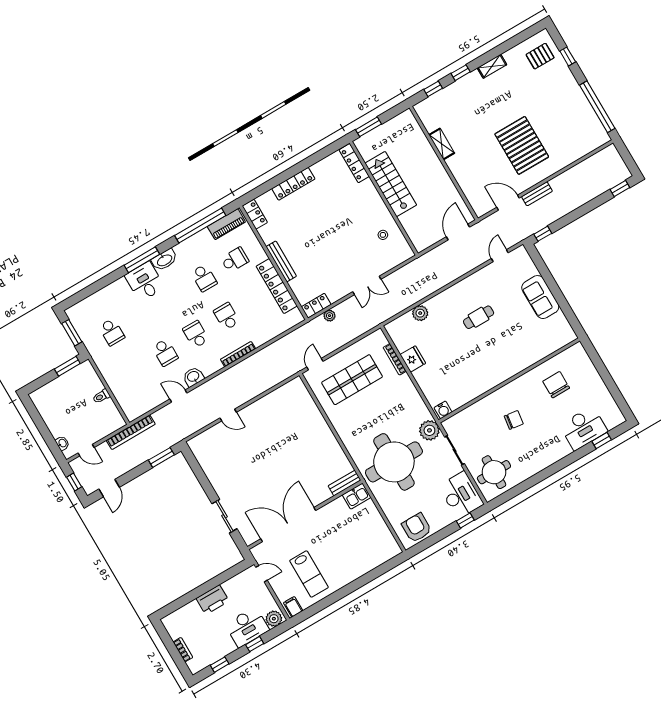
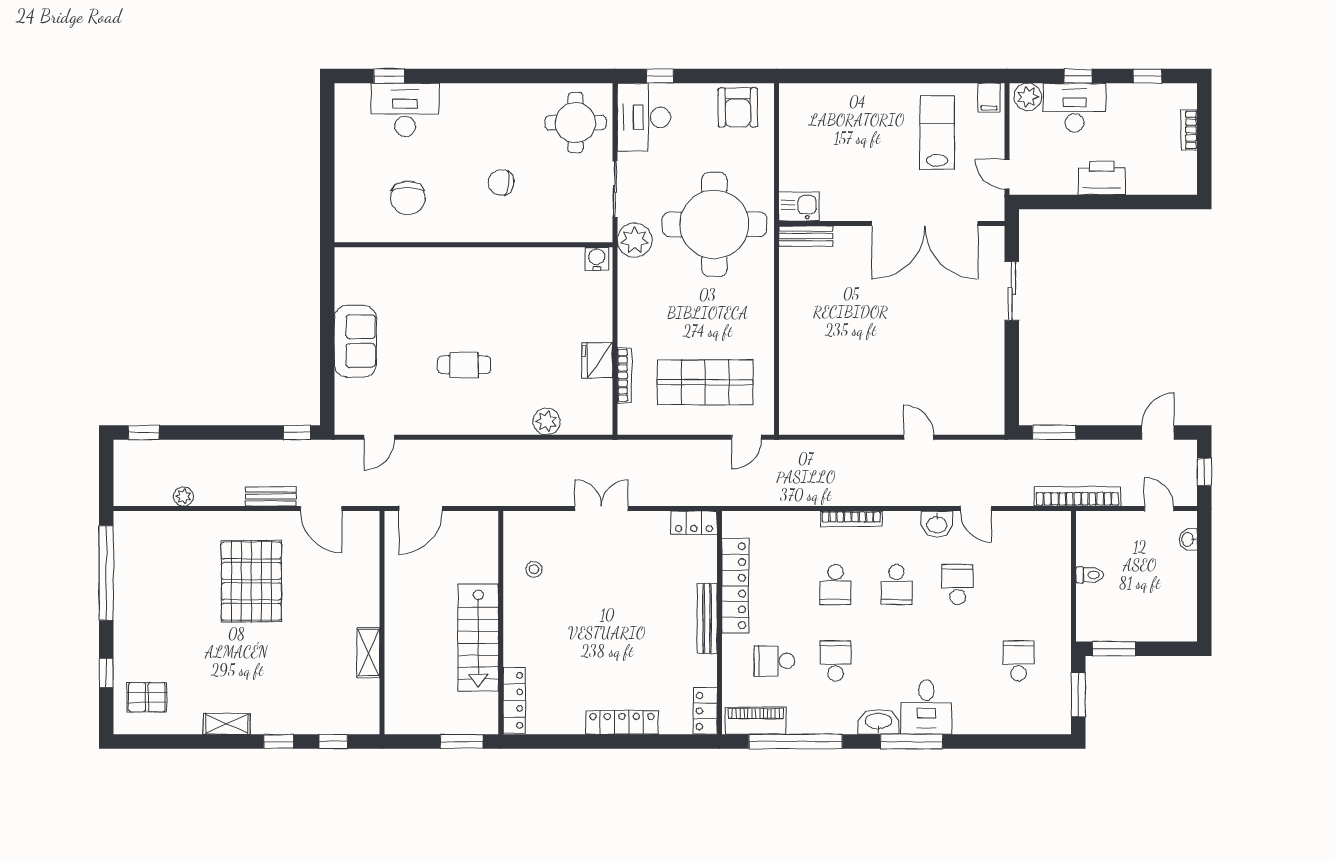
plant: (330, 316) -> (184, 496), moved

